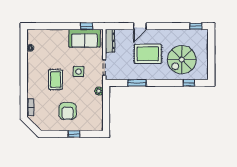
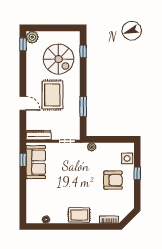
plant: (202, 35) -> (32, 37), added
side table: (79, 72) -> (127, 158), moved
rug: (56, 80) -> (79, 215), moved

